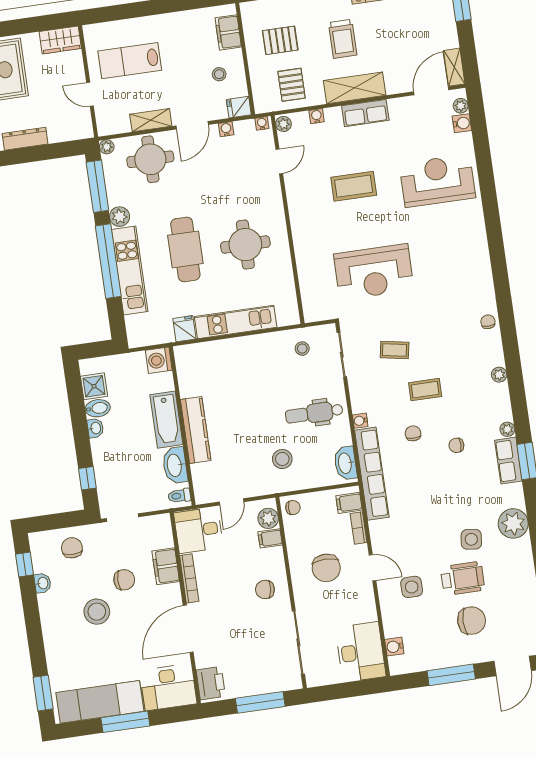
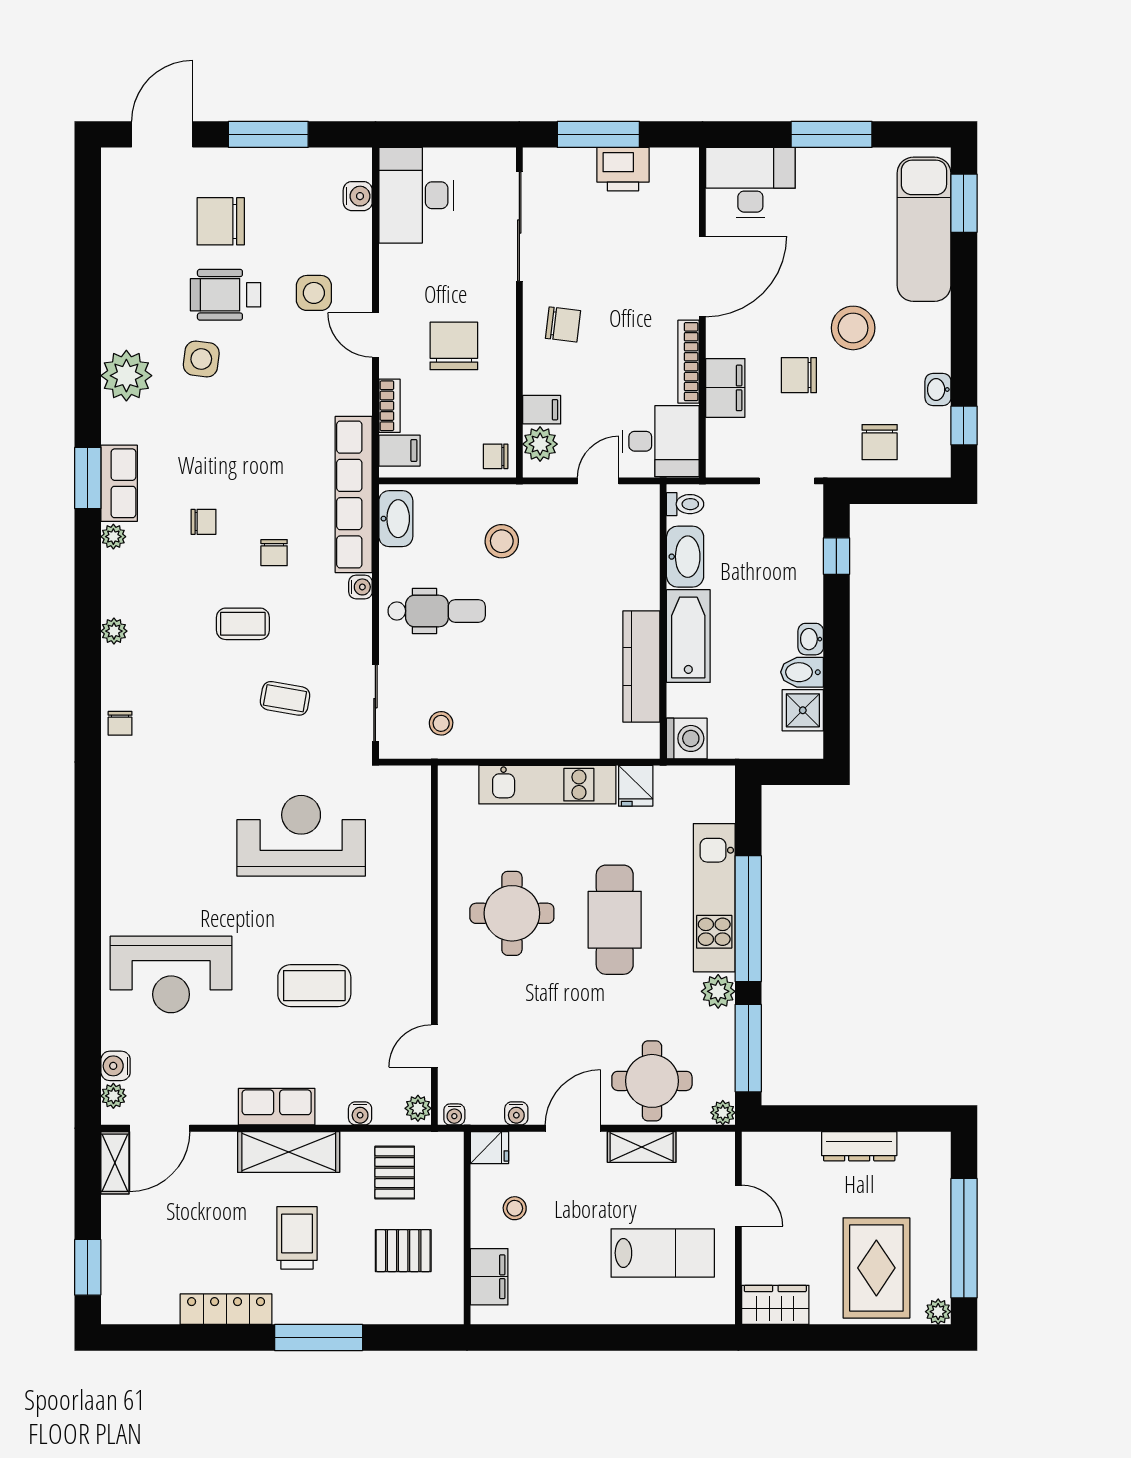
kitchen counter: (196, 430) -> (641, 667), moved
printer: (211, 683) -> (623, 169), moved, turned -90
exam couch: (100, 702) -> (924, 229), moved, turned 90

